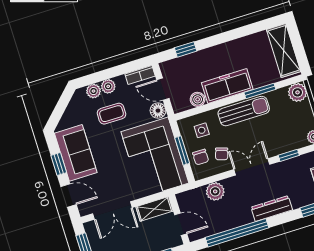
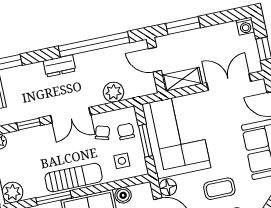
sun lounger: (244, 111) -> (74, 178), turned 180
dresser: (272, 209) -> (59, 66), width x0.70

